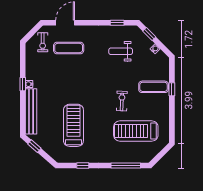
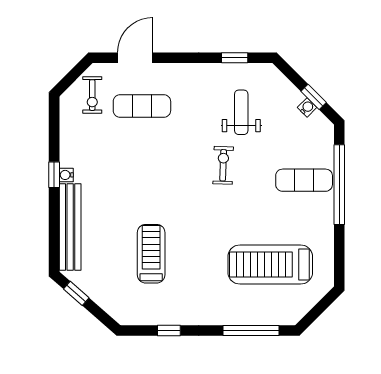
window: (149, 34) -> (314, 97), moved
weight bench: (121, 51) -> (241, 112), turned 90
window: (172, 89) -> (339, 185), width x3.17
exercise bike: (122, 101) -> (223, 165), moved
treadmill: (73, 125) -> (151, 254), width x0.73, depth x0.73

